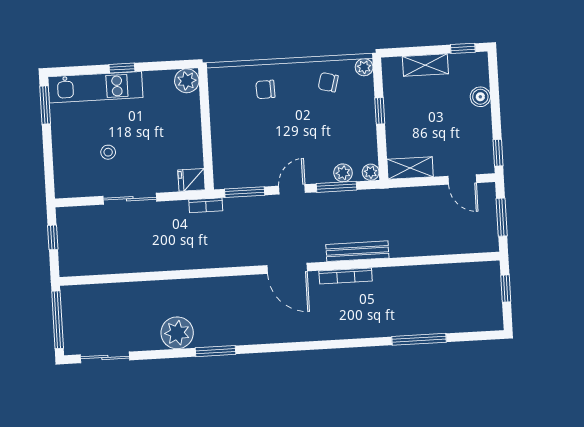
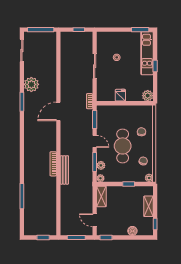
cafe table: (298, 128) -> (123, 146), added
fridge: (192, 180) -> (120, 95), moved
door: (462, 180) -> (95, 220), hinge flipped
door: (287, 268) -> (58, 111), moved

